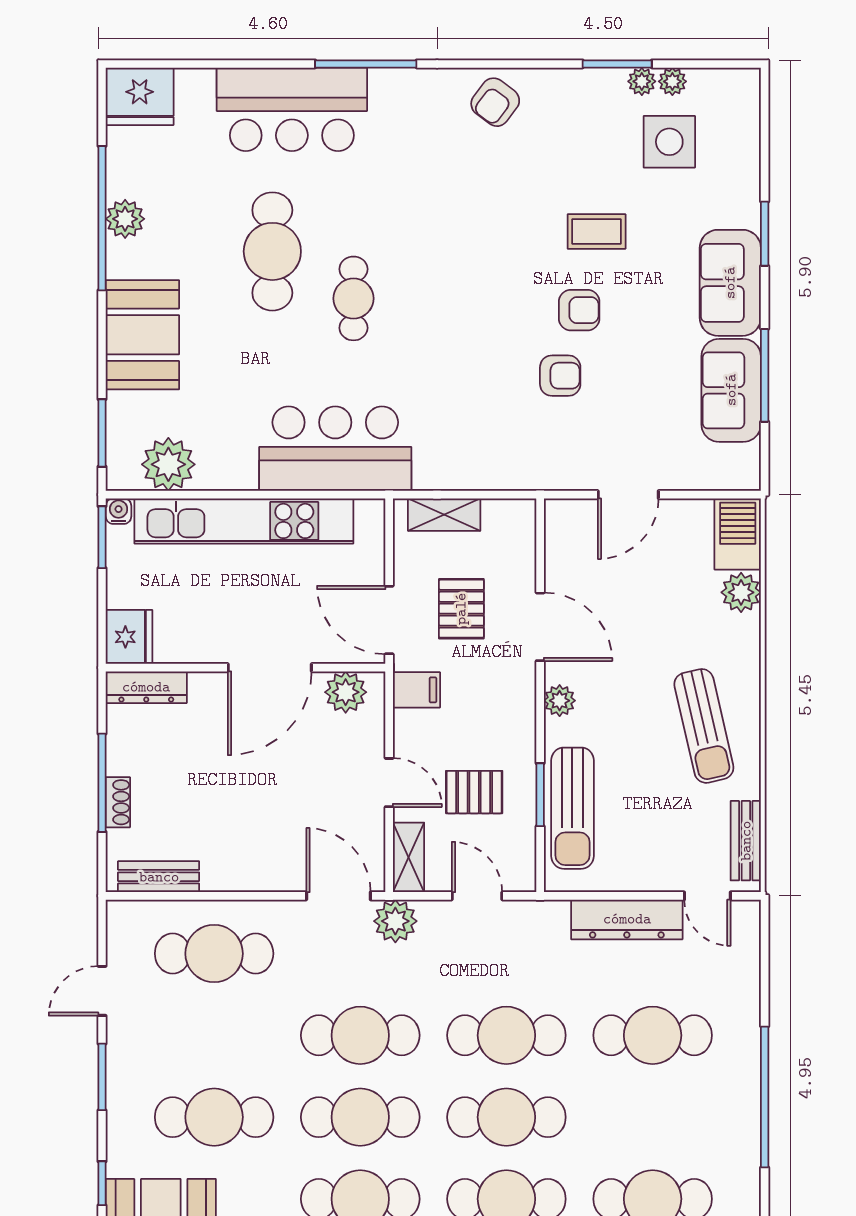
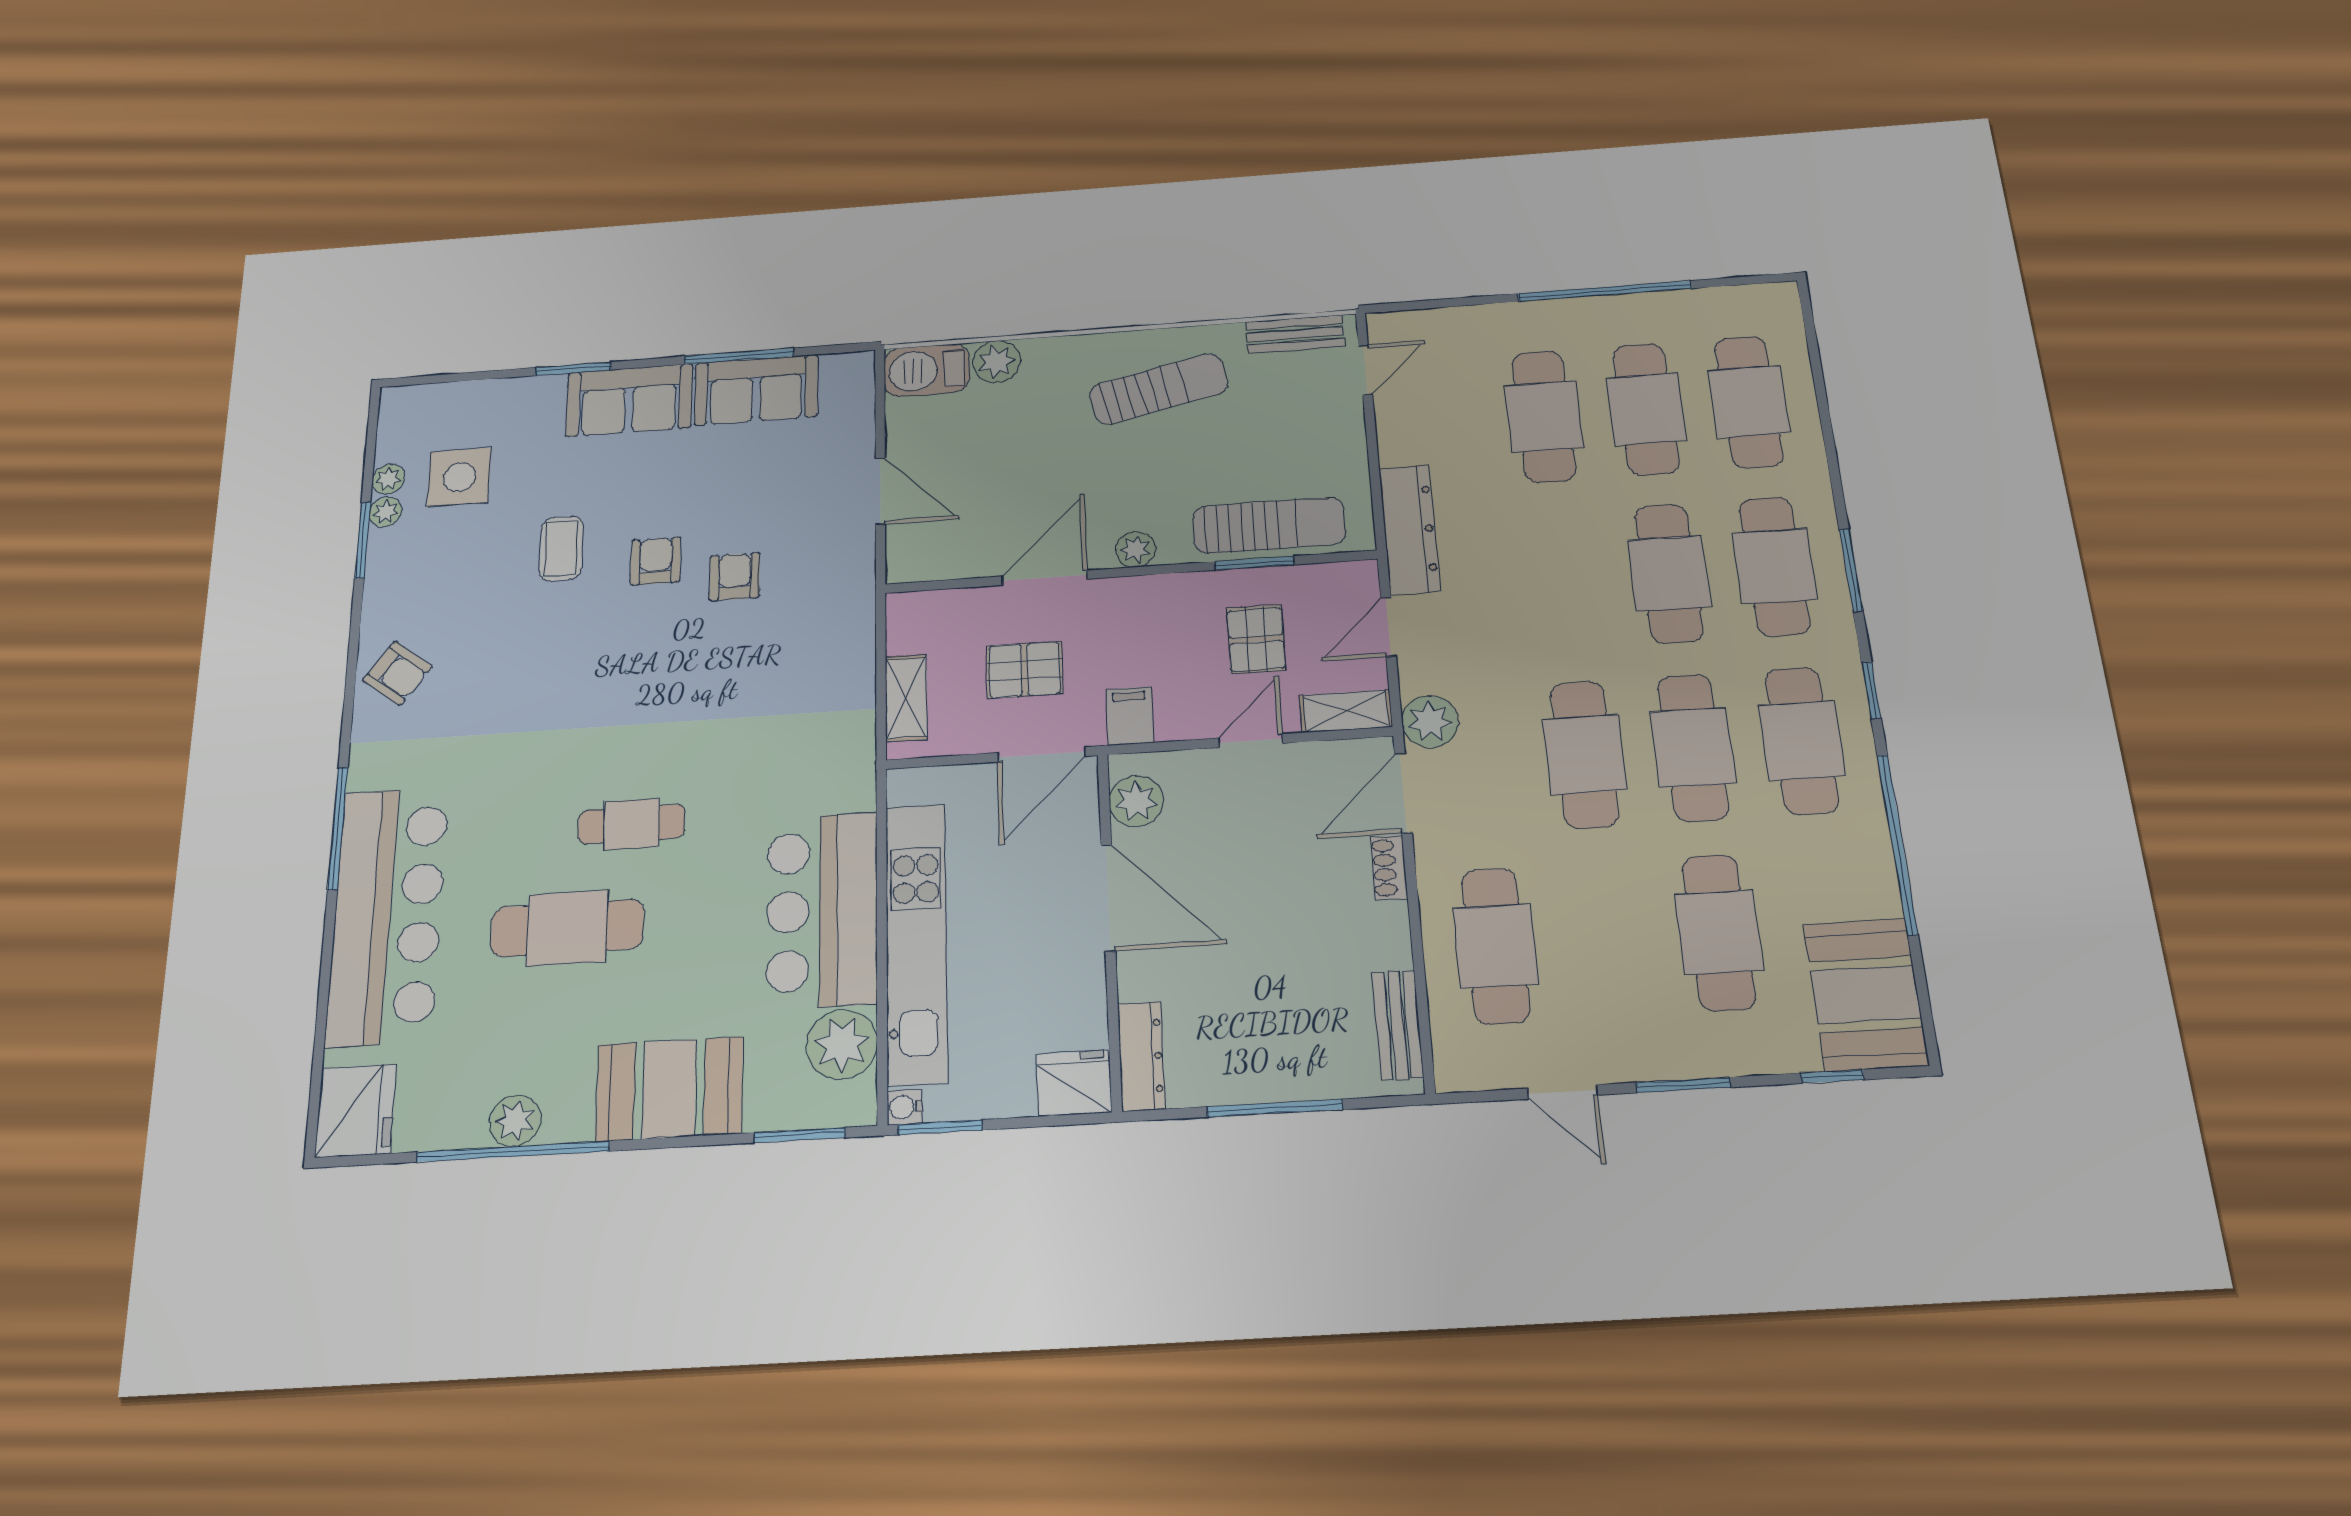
bar counter: (292, 109) -> (388, 915), width x1.36
bar counter: (335, 449) -> (822, 910), moved
shoe rack: (118, 802) -> (1389, 867), moved, turned -90
dresser: (627, 919) -> (1410, 529), moved
cafe table: (506, 1035) -> (1646, 409), moved

